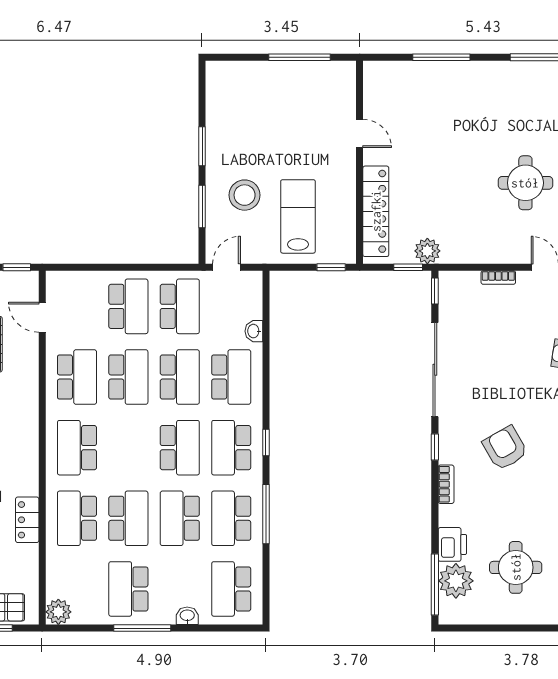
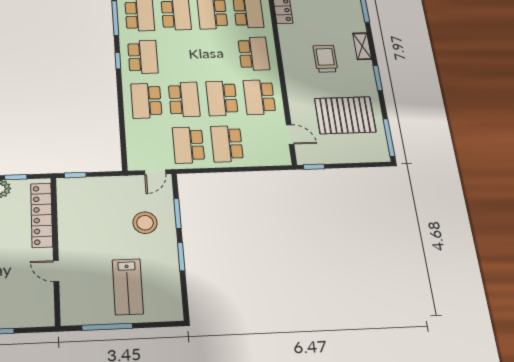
lab bench: (298, 216) -> (128, 287), moved
washbasin: (254, 331) -> (131, 131), removed
school desk: (180, 377) -> (184, 99), turned 180
school desk: (180, 448) -> (180, 56), removed

